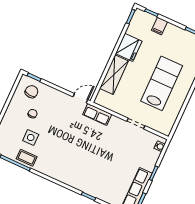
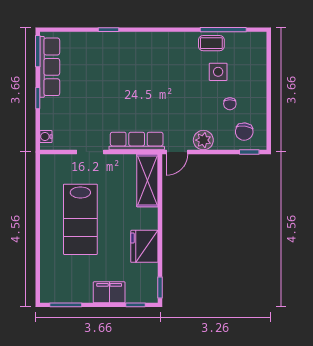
filing cabinet: (159, 26) -> (109, 292), width x2.00
shelving: (114, 75) -> (147, 180), moved
plant: (60, 98) -> (203, 140), added
row of seats: (97, 114) -> (137, 141), width x1.48

